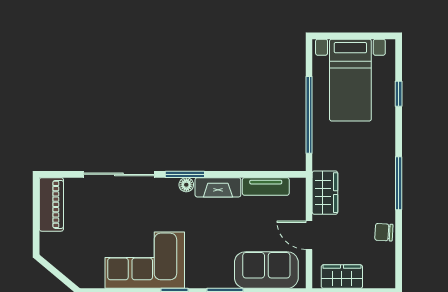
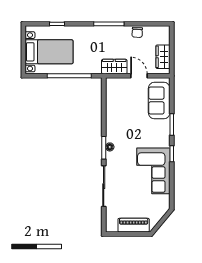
tv unit: (266, 186) -> (111, 101), removed
fireplace: (218, 187) -> (111, 129), removed
piano: (51, 204) -> (134, 225), moved
door: (309, 235) -> (139, 76), swing flipped

